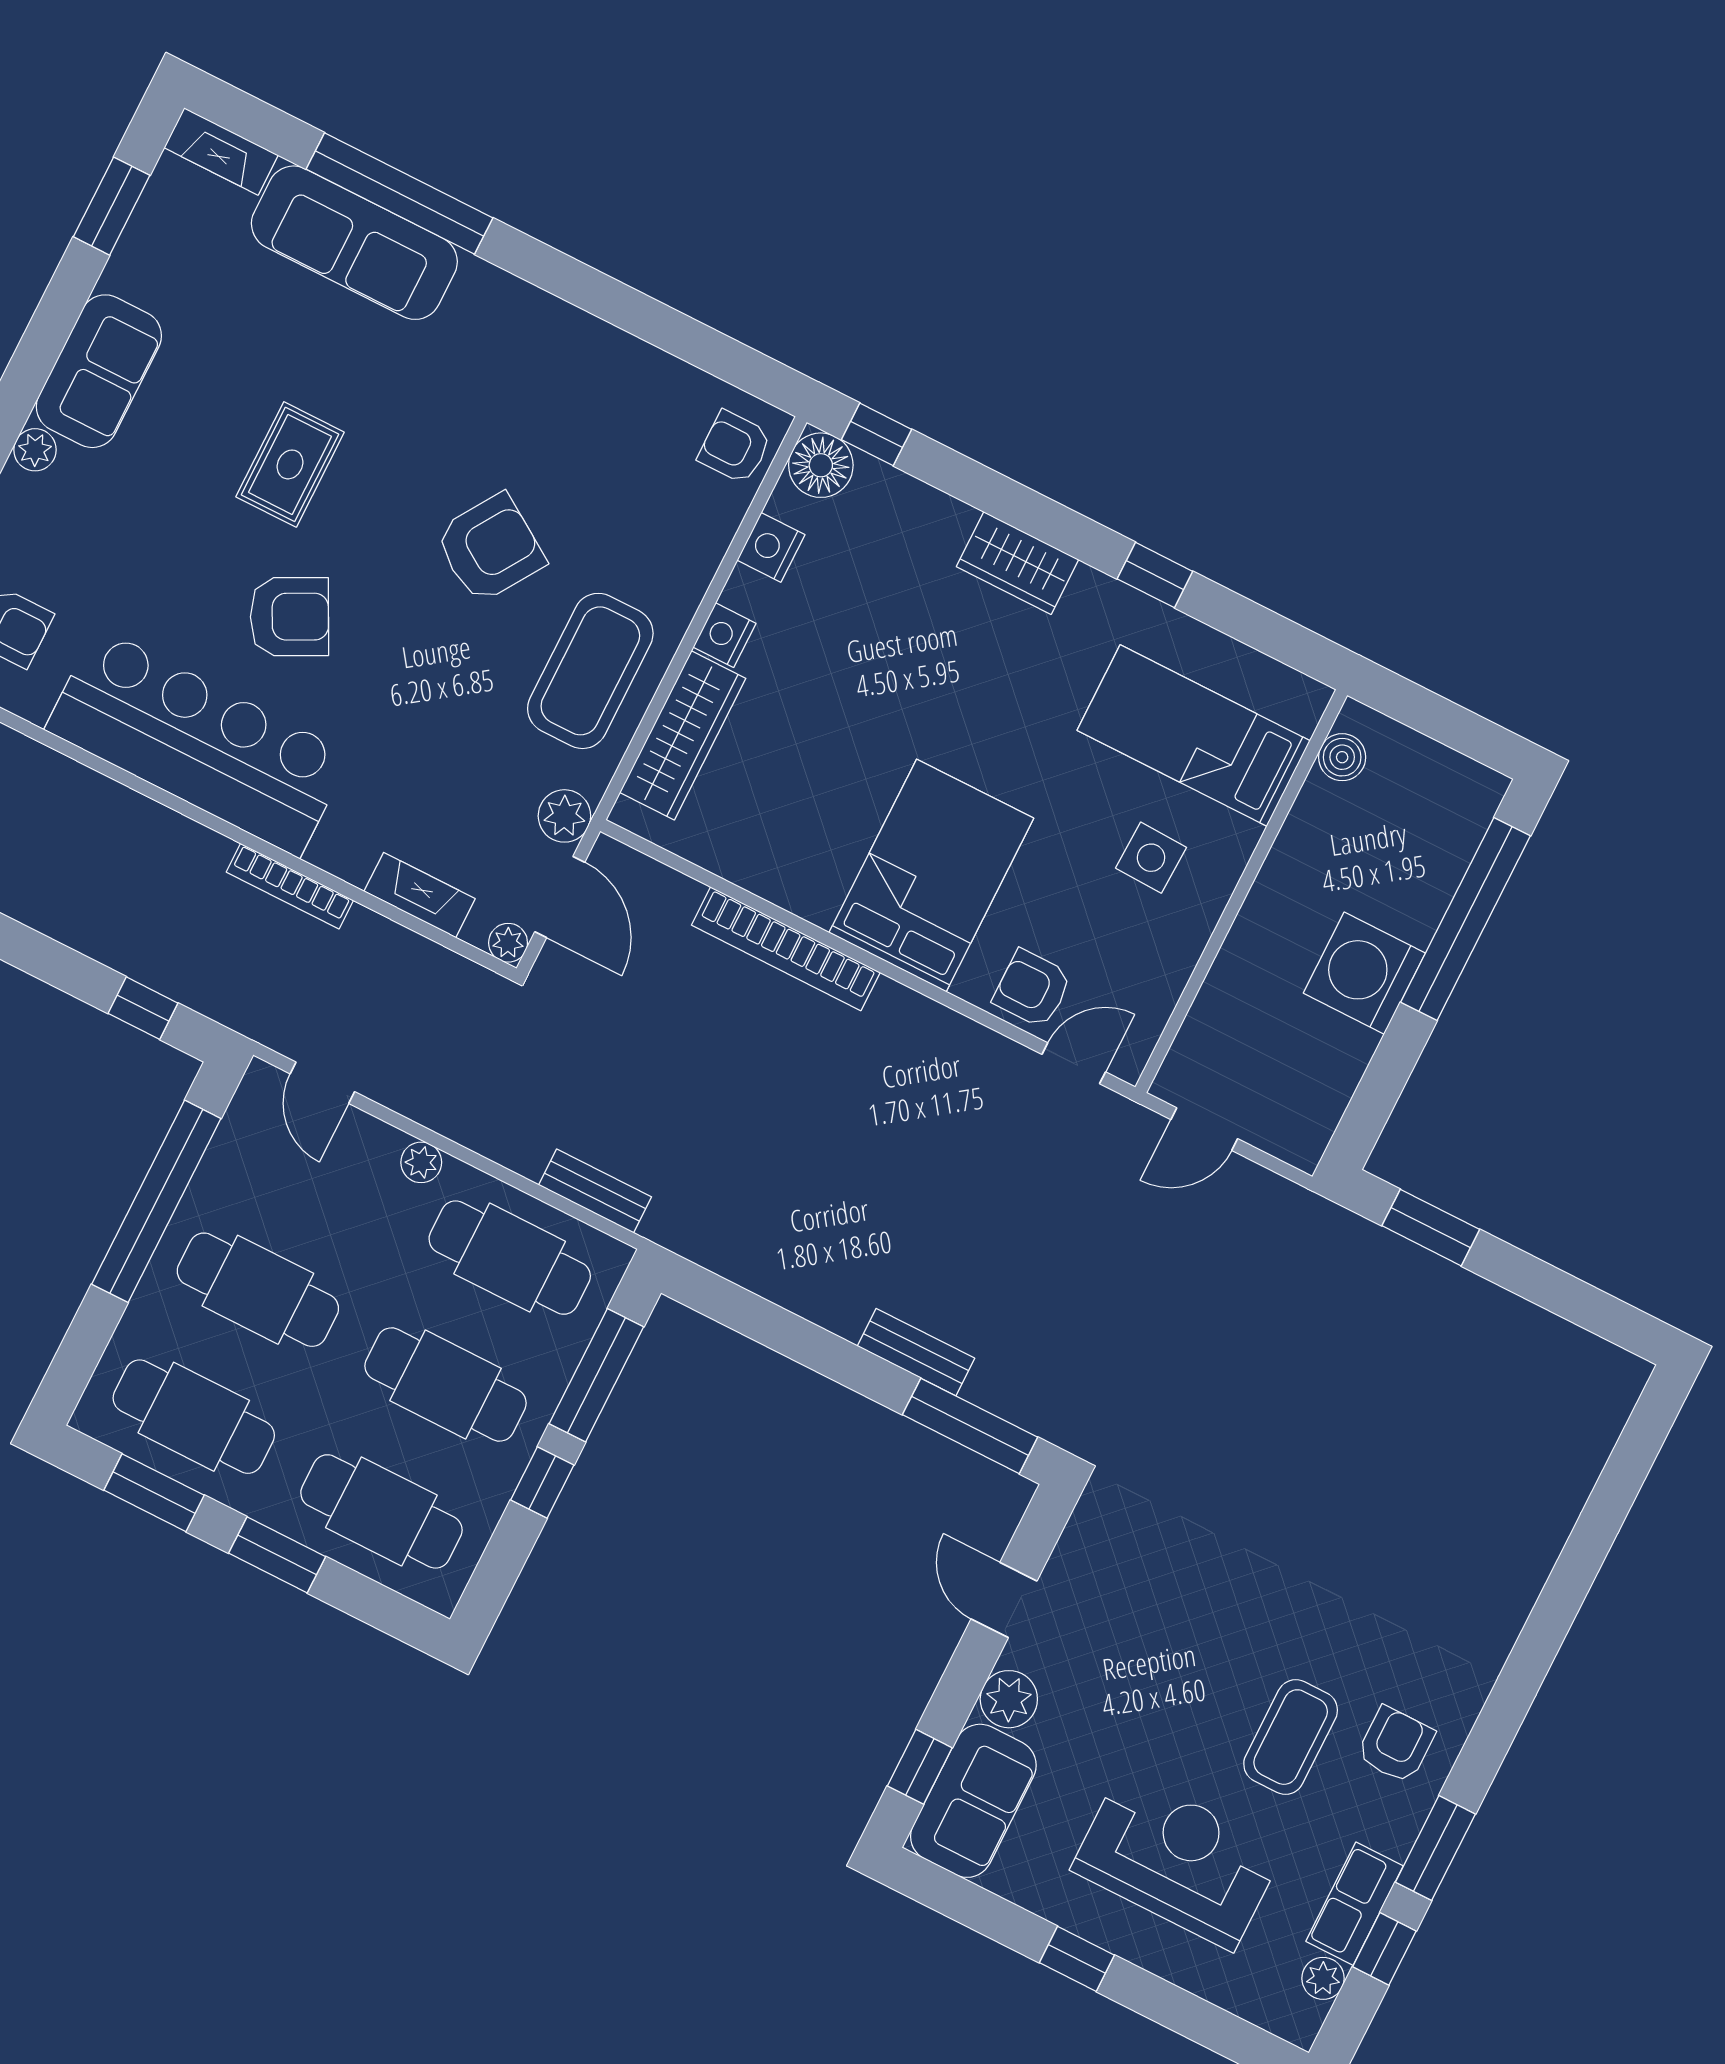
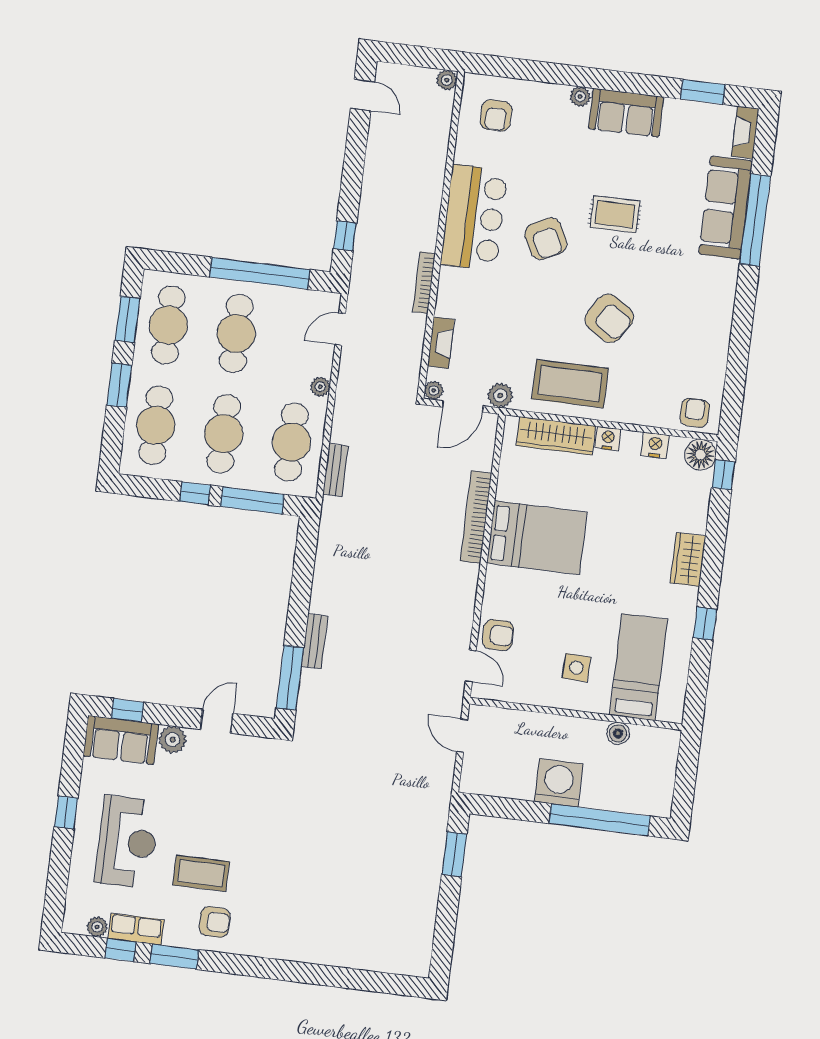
bar counter: (198, 742) -> (474, 218), width x0.73
boiler: (1342, 757) -> (618, 733), moved
bed: (931, 875) -> (537, 538), moved
armchair: (1032, 989) -> (498, 635), turned 90

